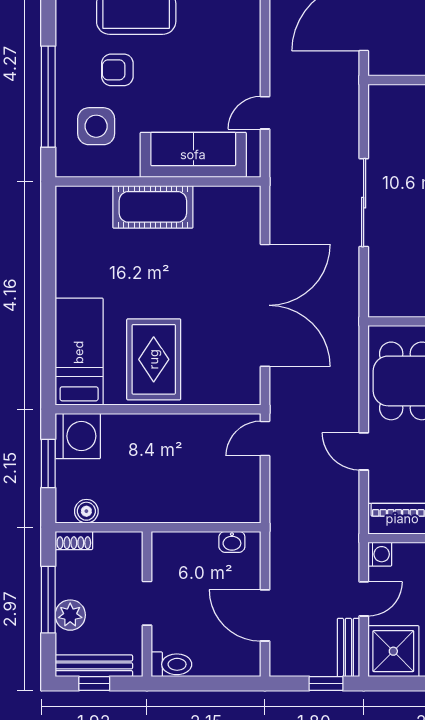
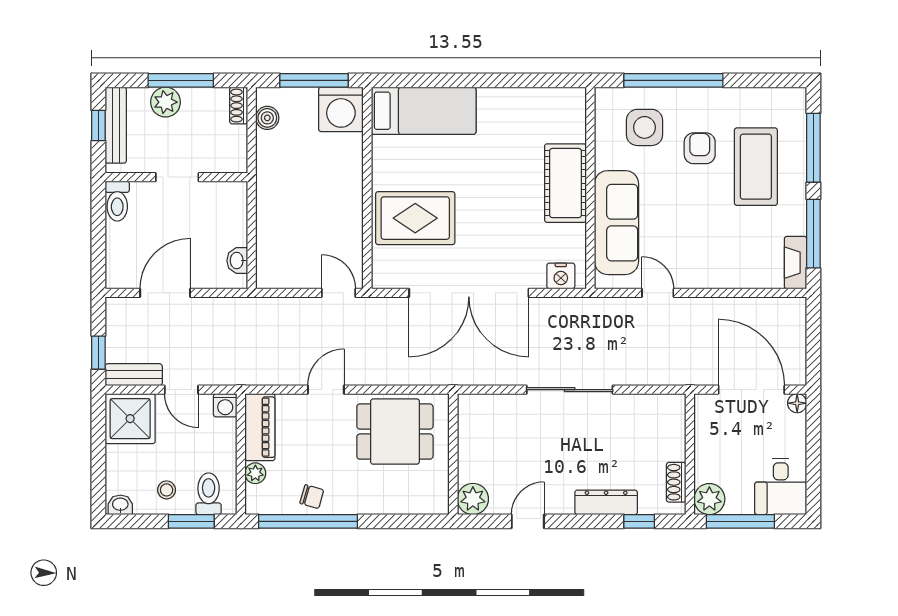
nightstand: (248, 212) -> (561, 276), added
rug: (154, 359) -> (415, 218), moved
window: (48, 463) -> (314, 80), width x1.44

